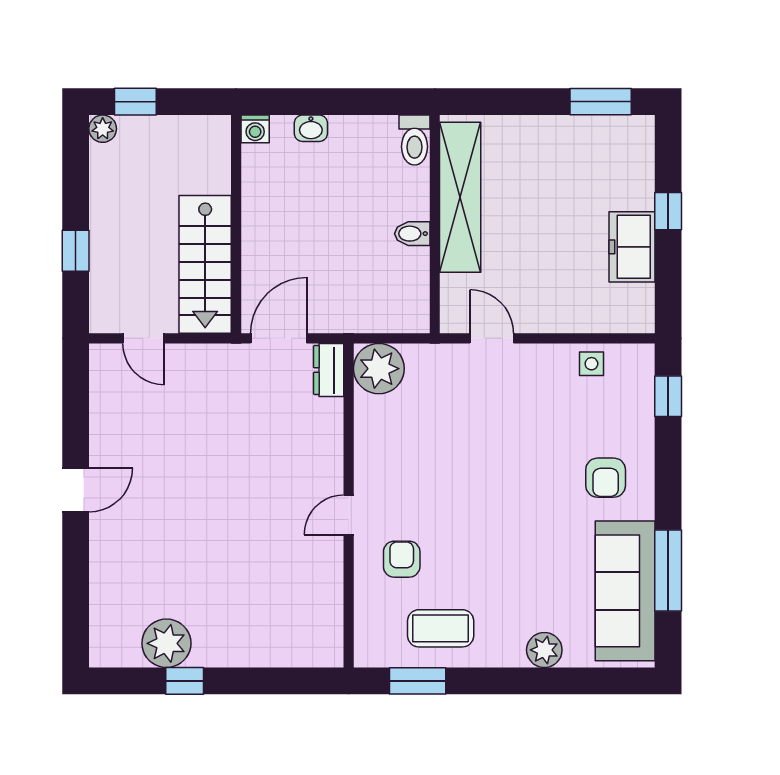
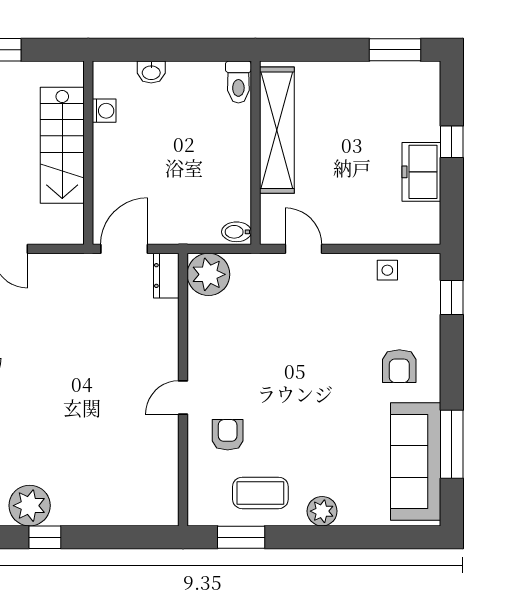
washing machine: (255, 129) -> (104, 111), moved, turned -90
bidet: (412, 234) -> (236, 232), moved
stairs: (205, 264) -> (62, 145), moved
plant: (544, 650) -> (322, 511), moved

